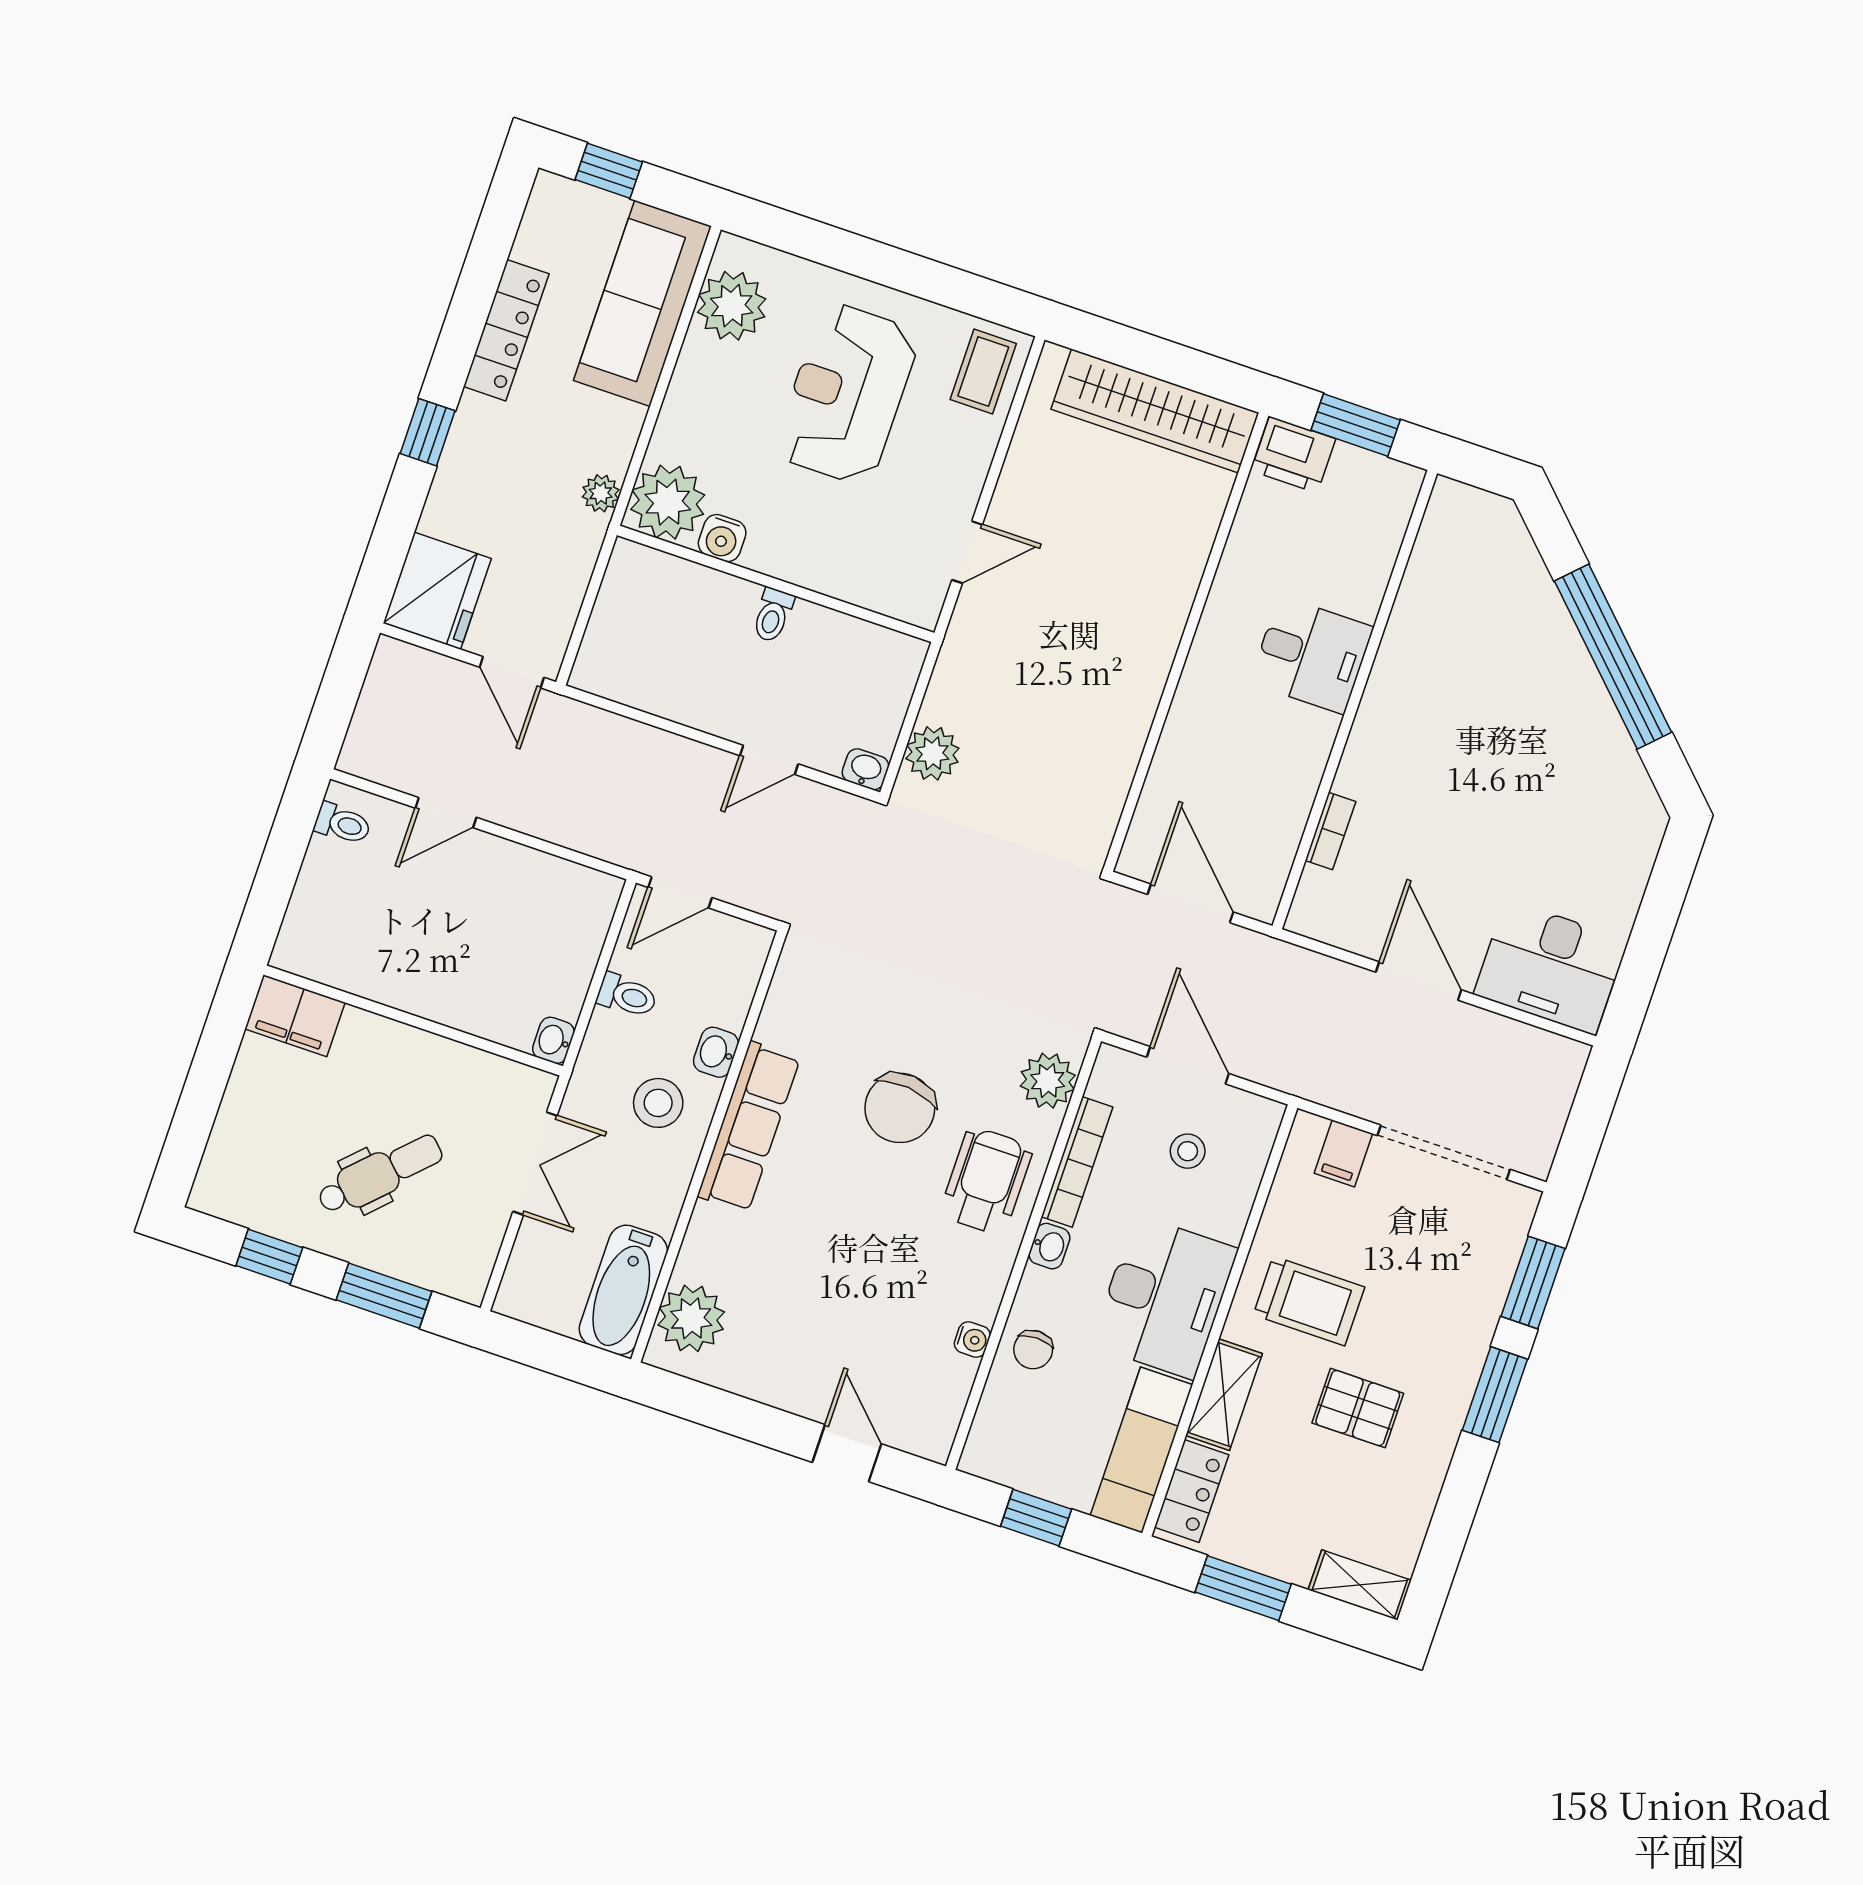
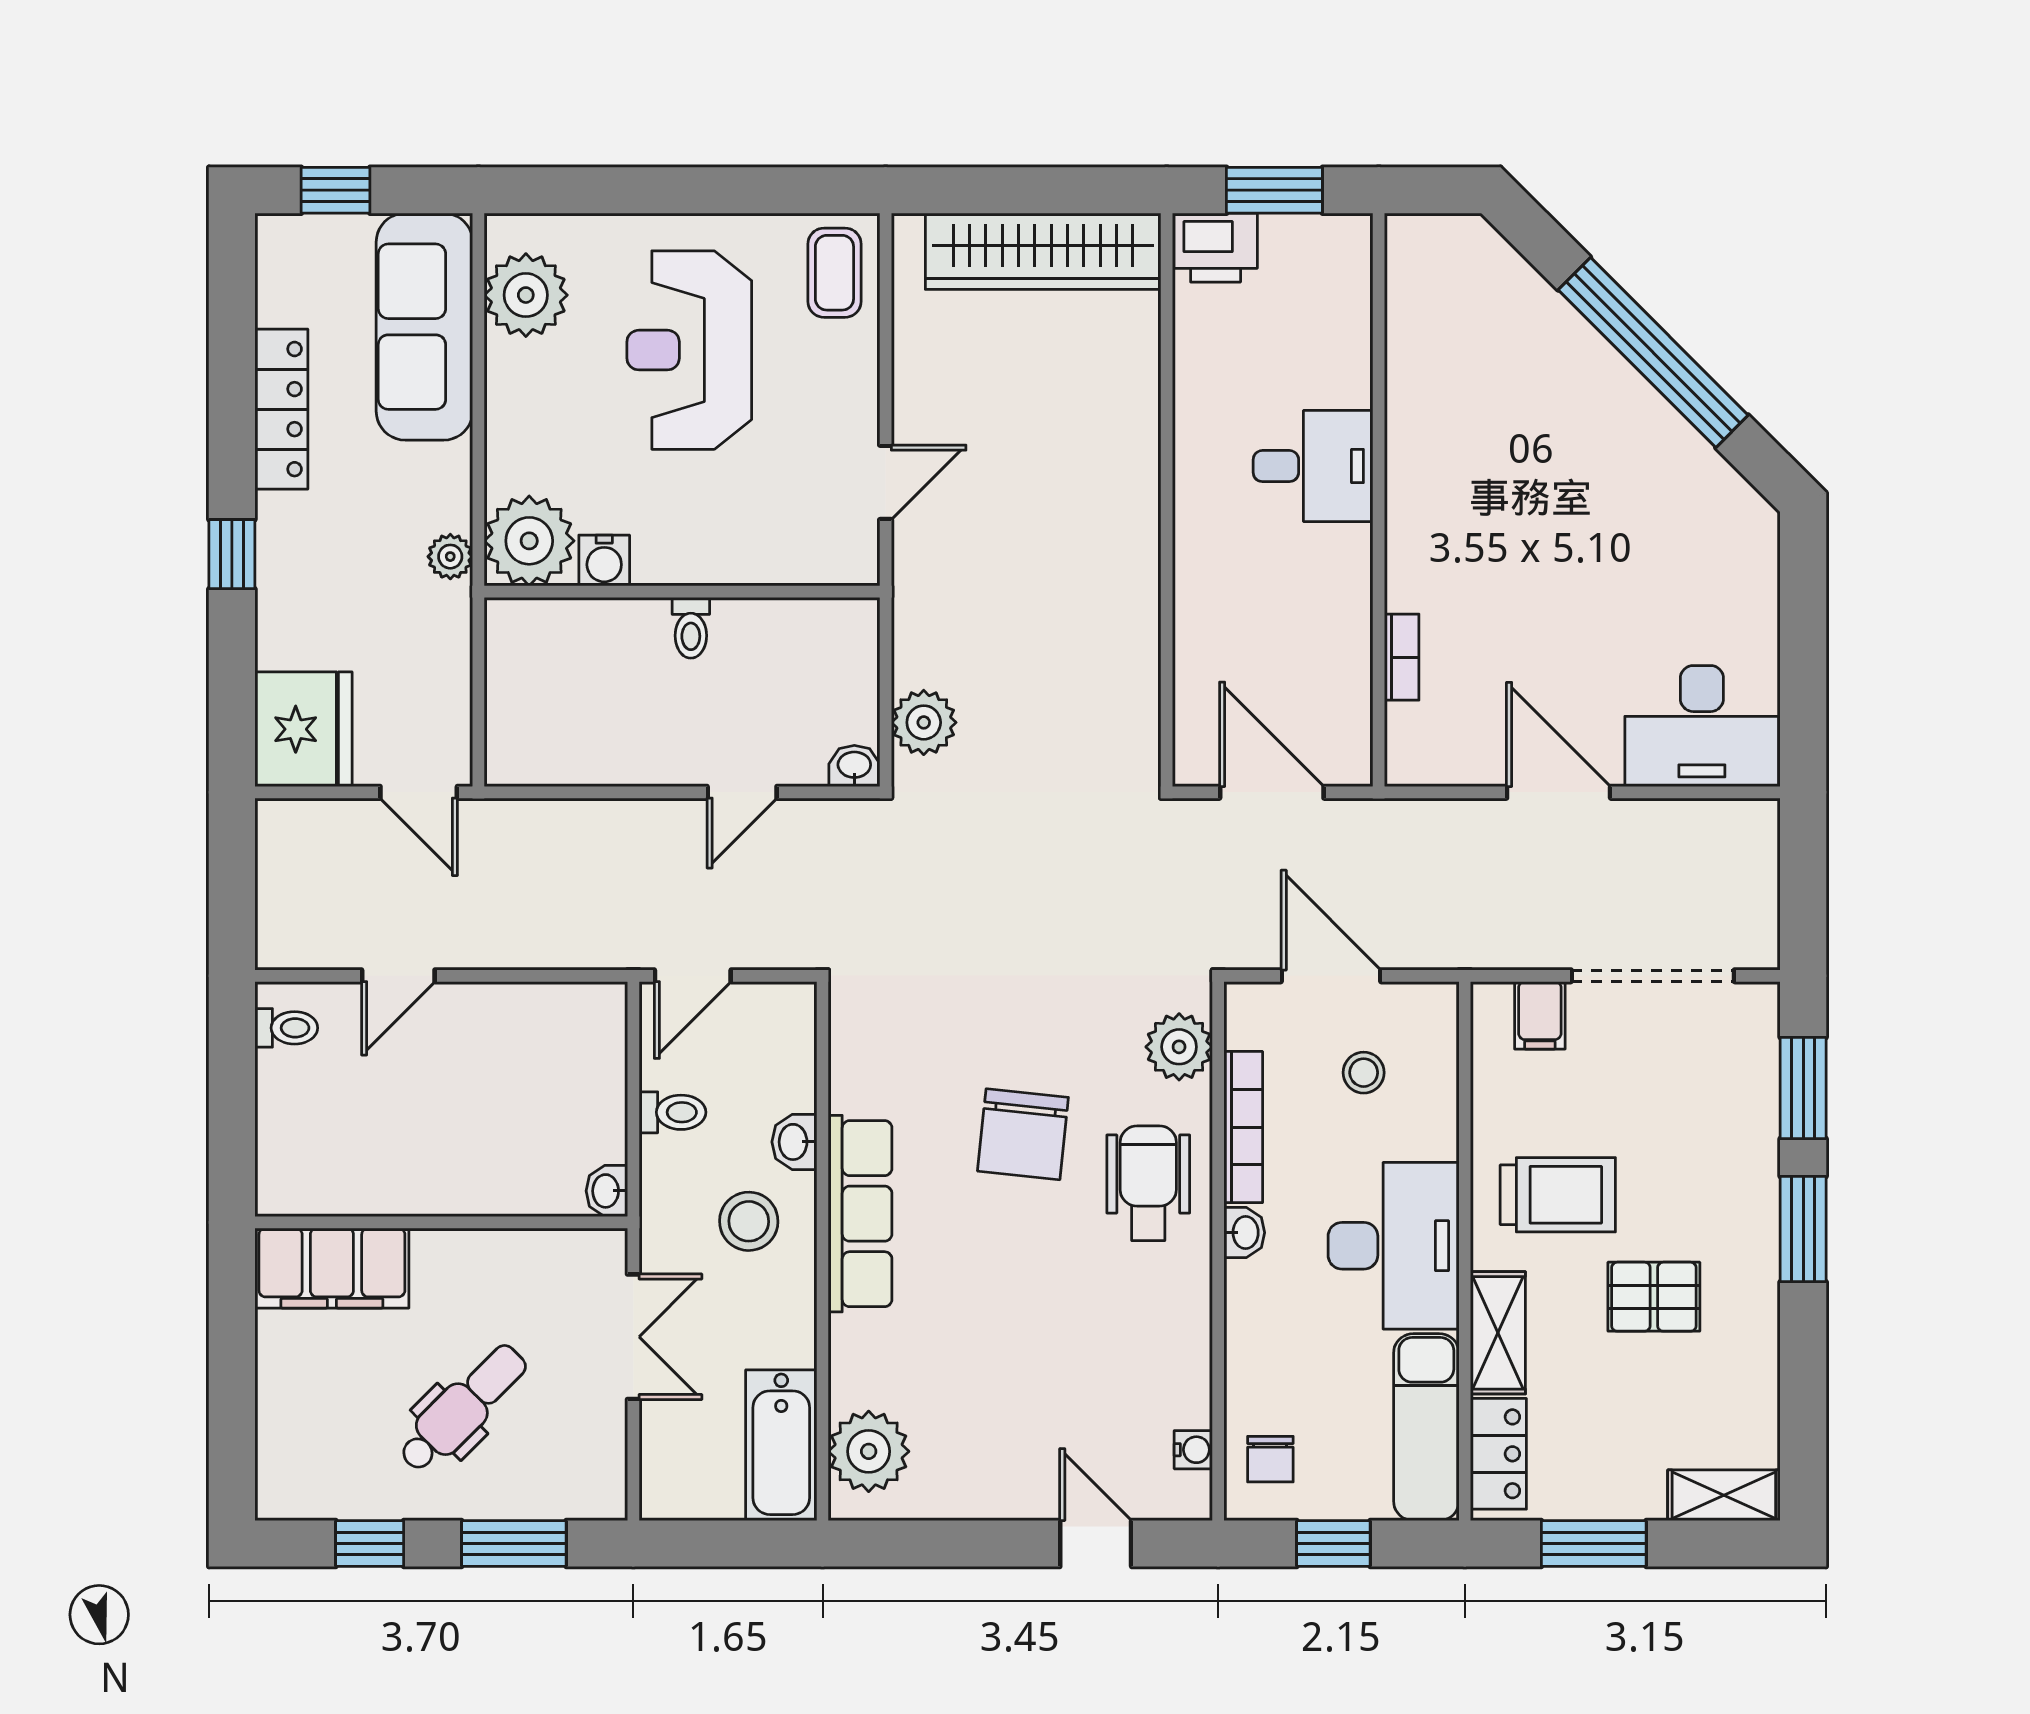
filing cabinet: (295, 1016) -> (332, 1268), width x1.50, depth x1.17
water cooler: (972, 1339) -> (1193, 1450), moved
chair: (1033, 1350) -> (1270, 1459), moved

